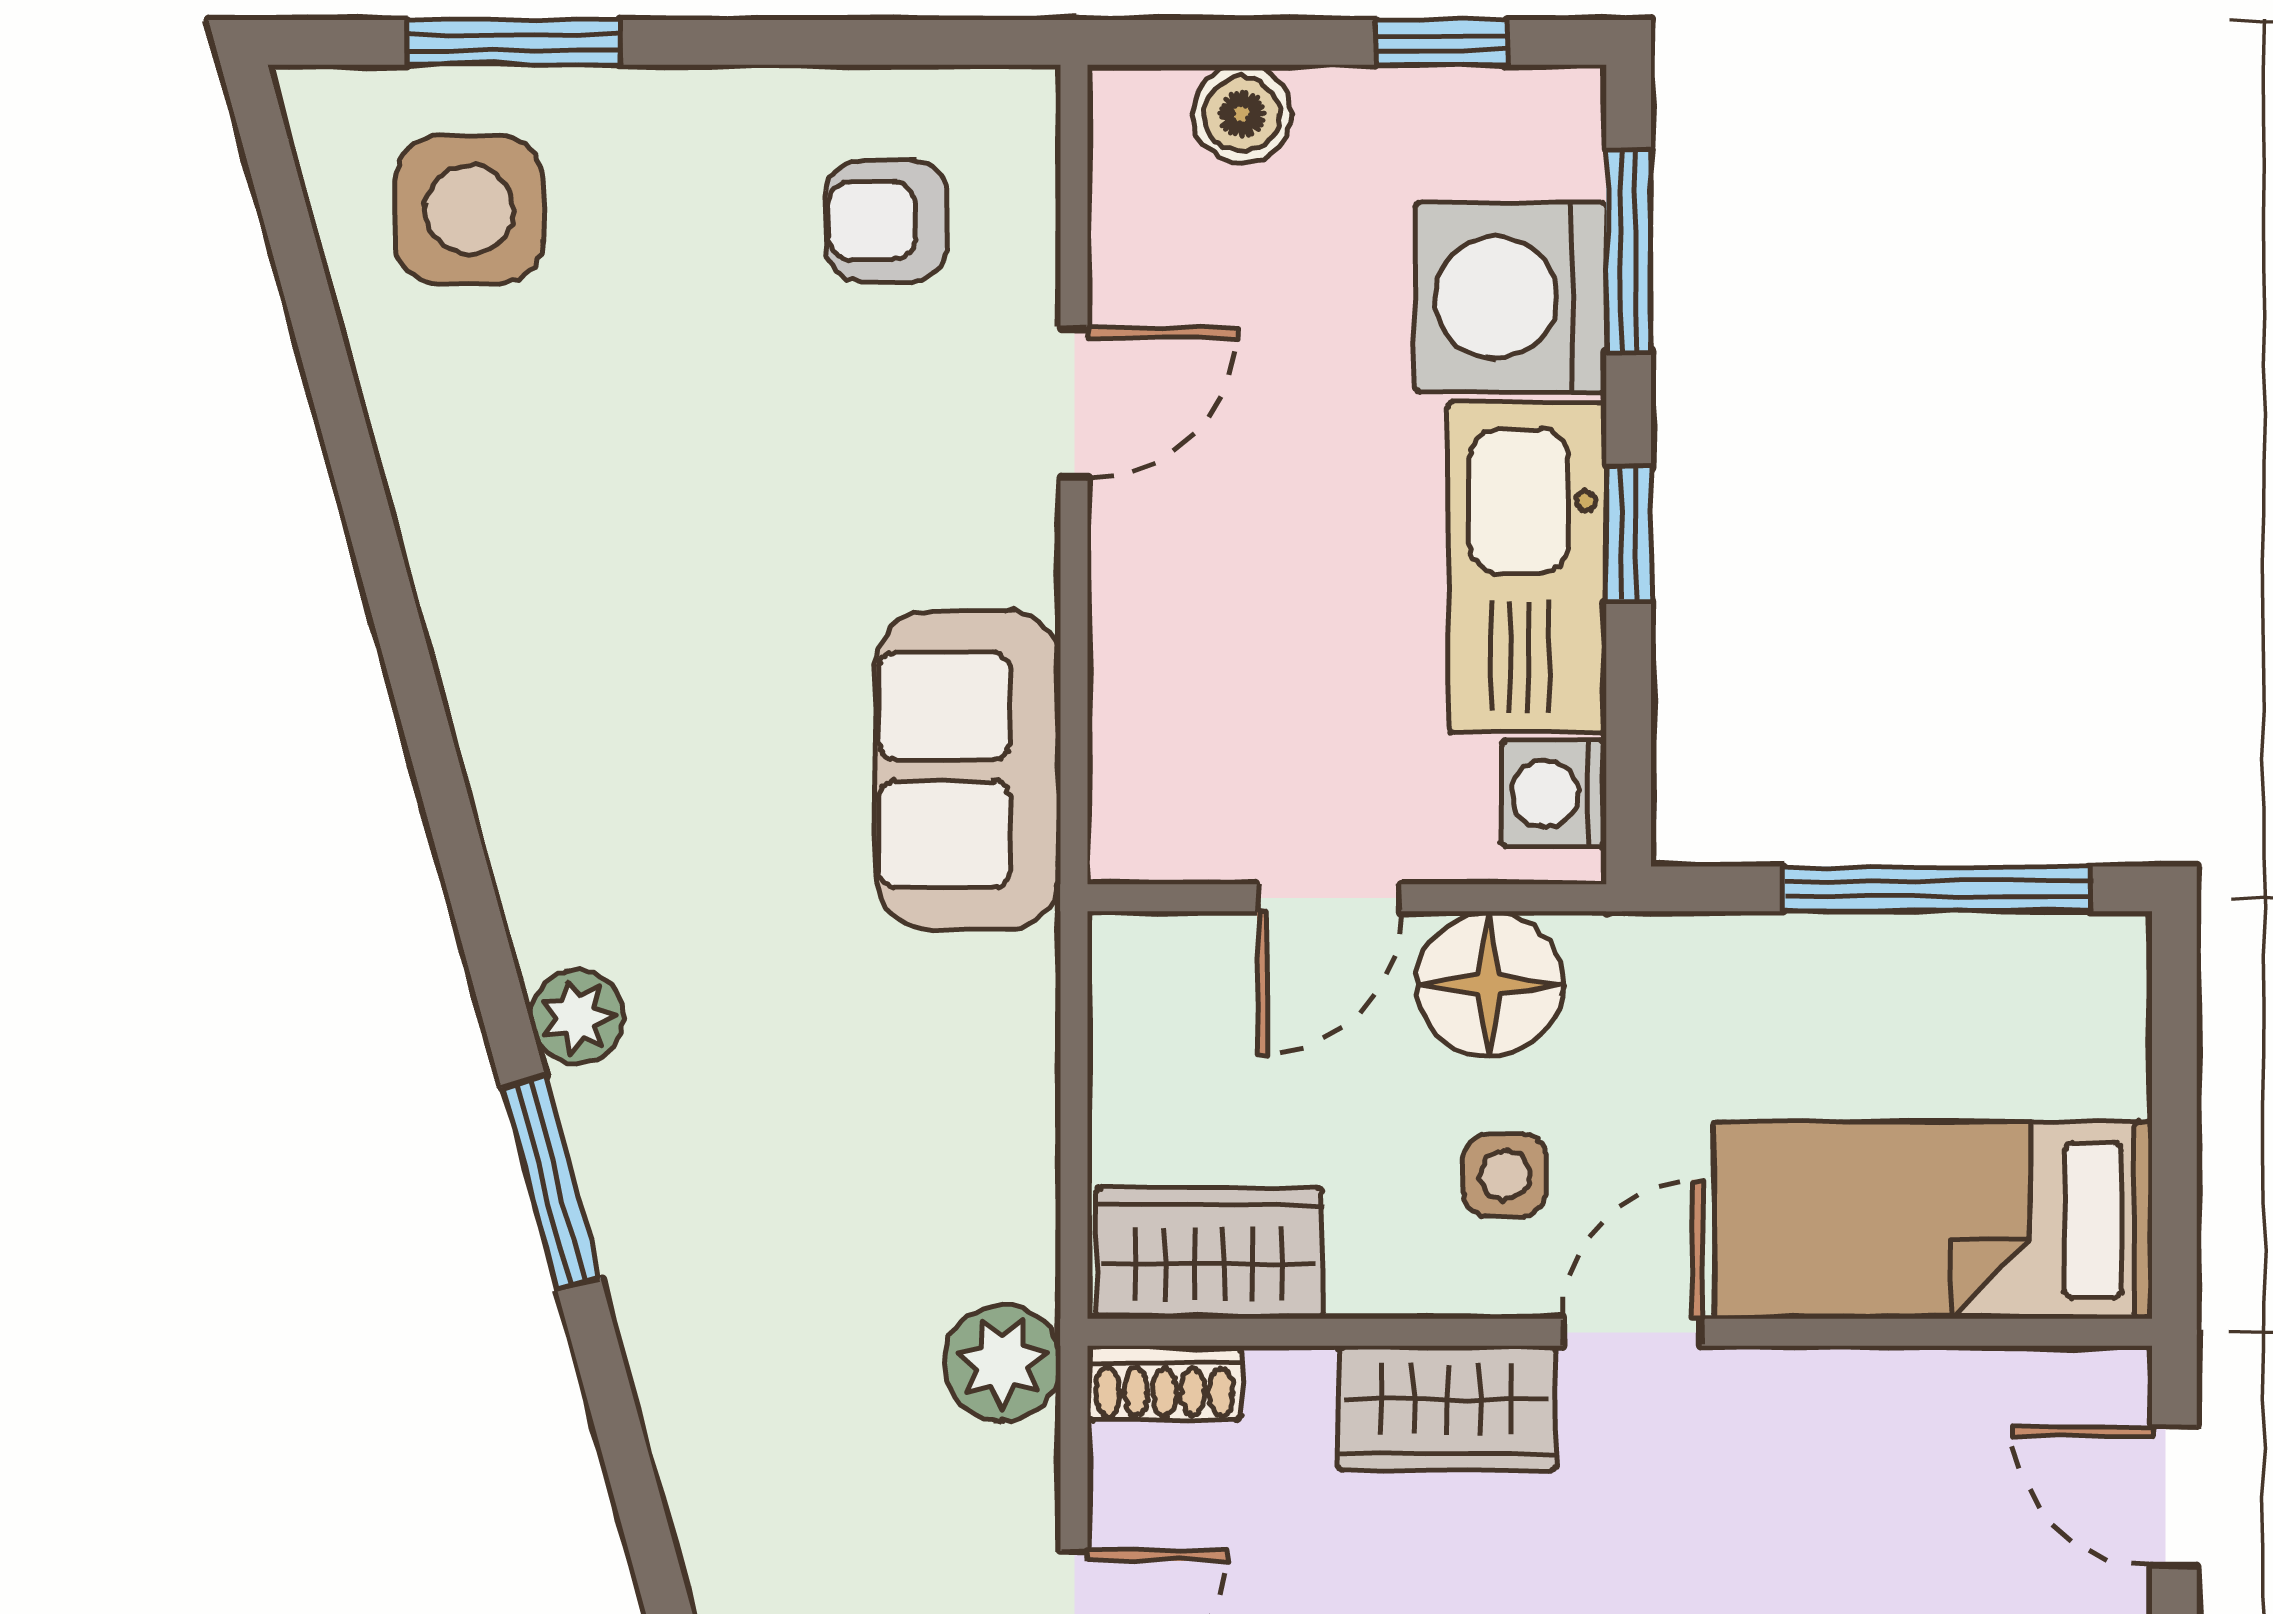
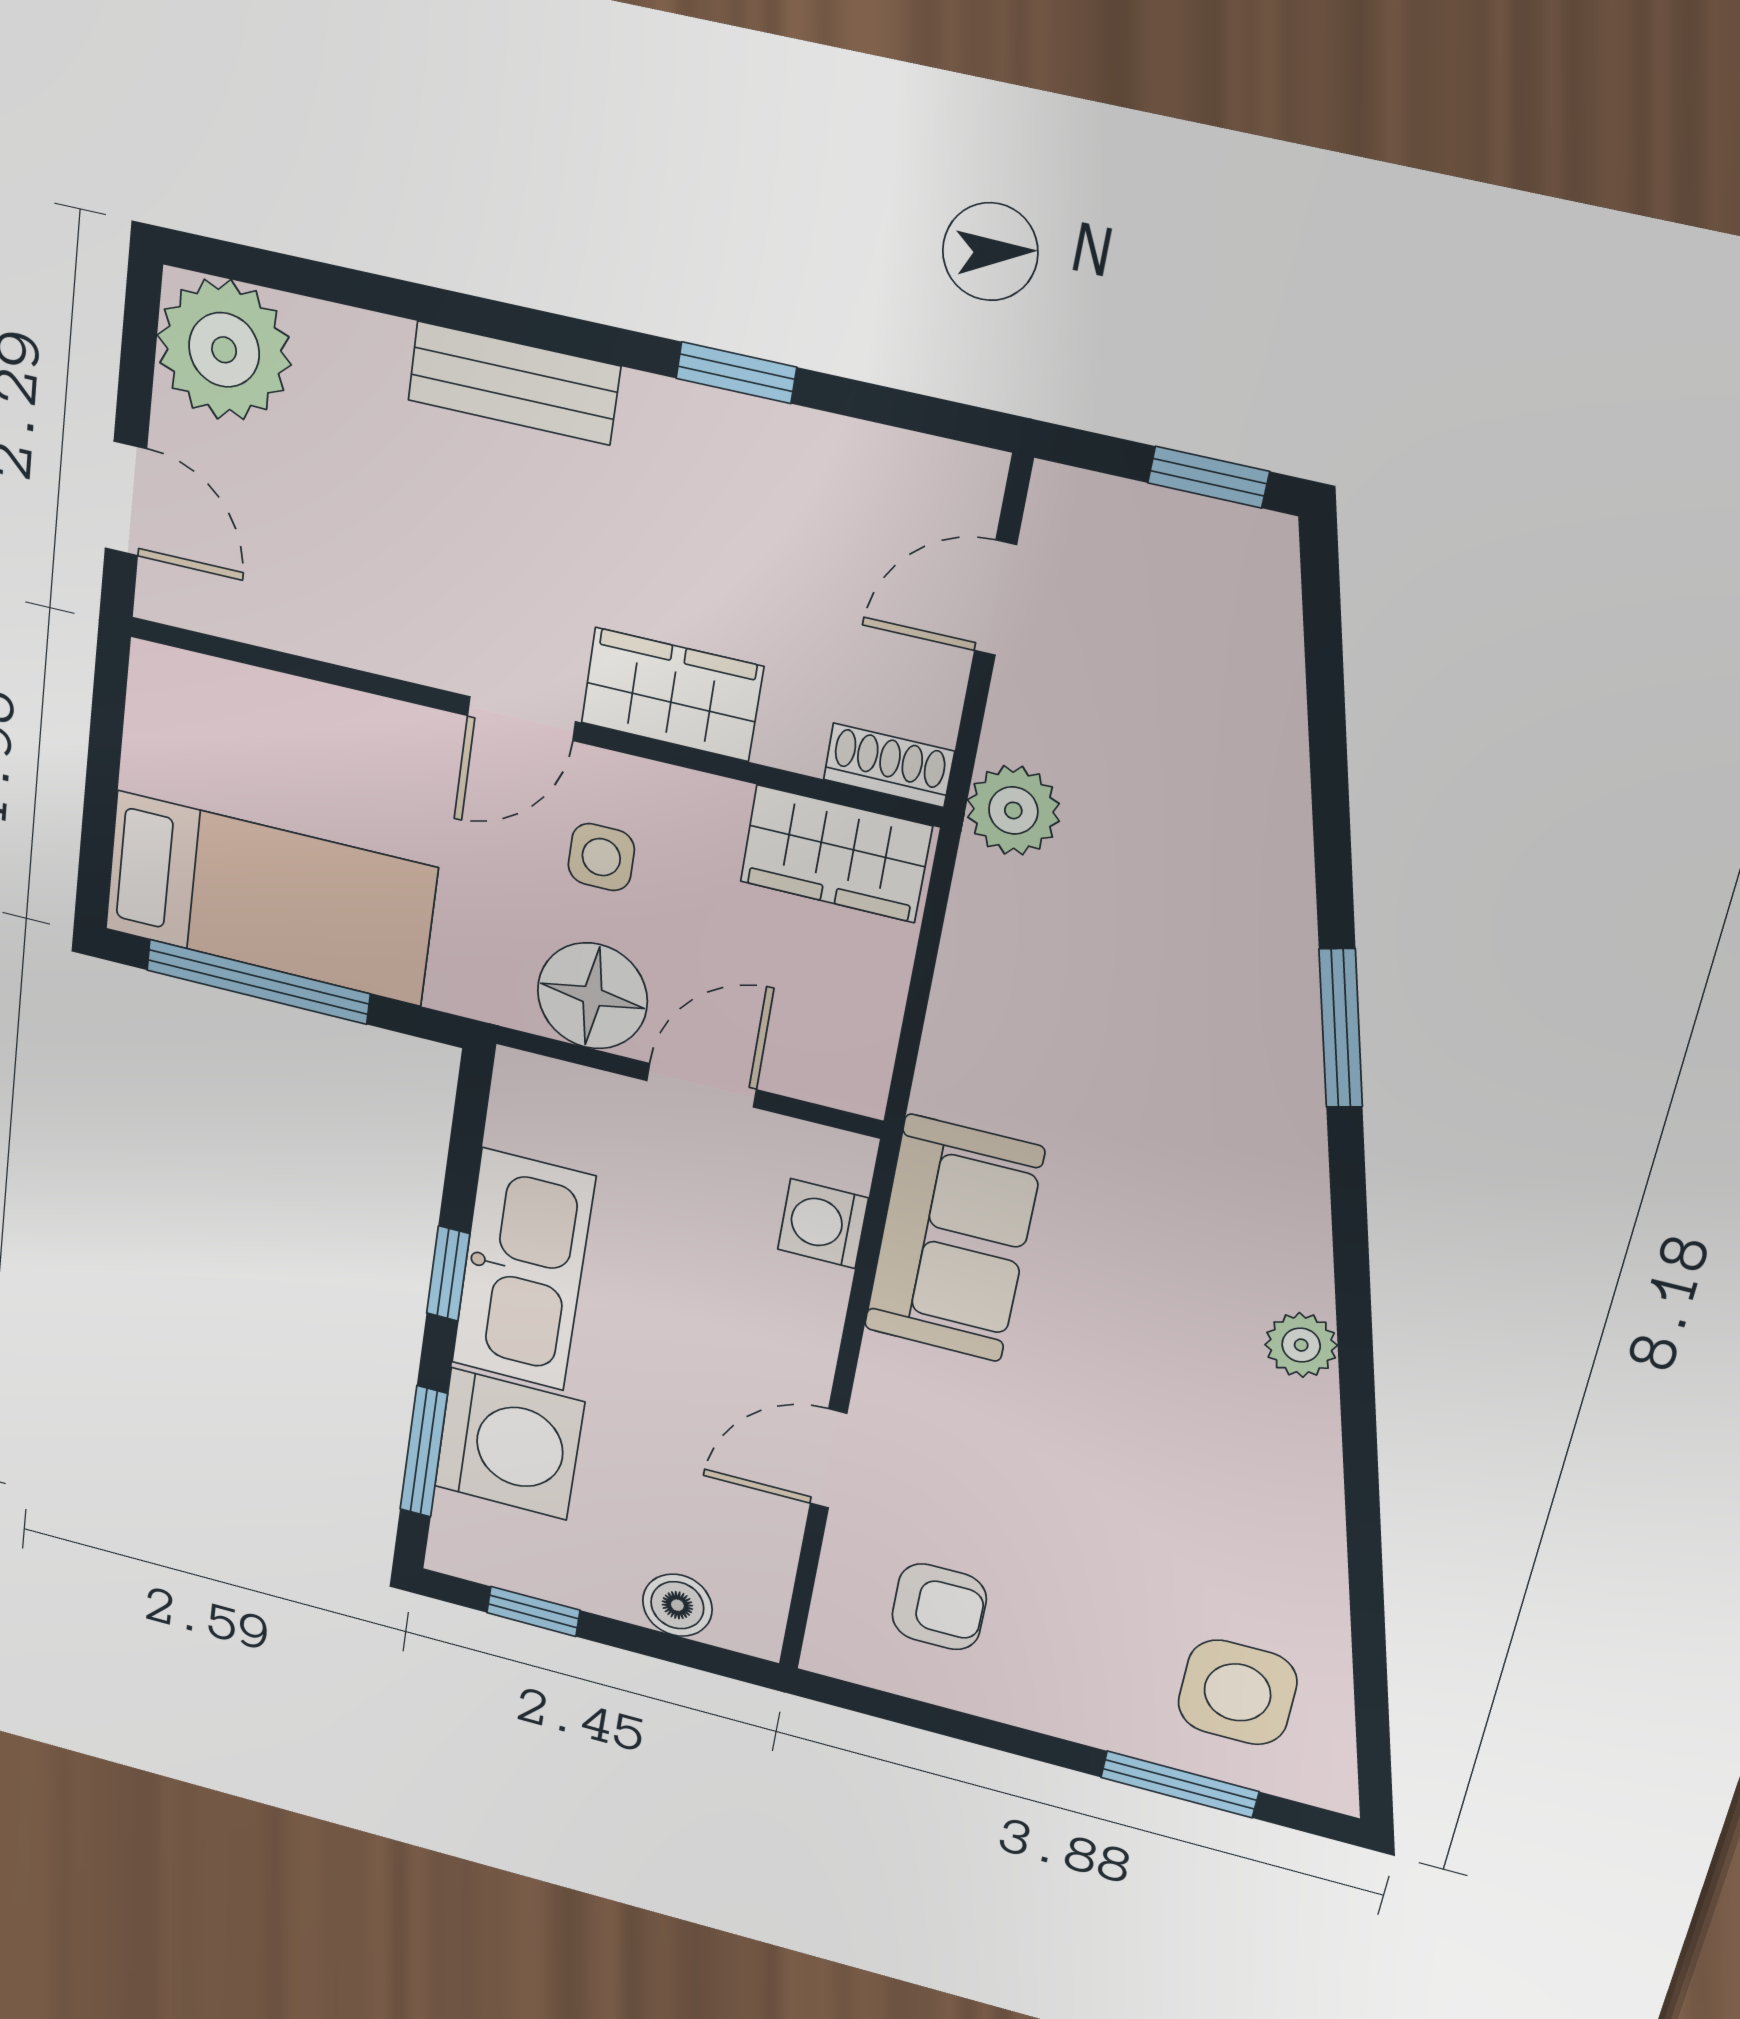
washing machine: (1554, 794) -> (823, 1224), moved, turned 180
plant: (577, 1017) -> (1301, 1345), moved
bed: (1933, 1220) -> (270, 899), moved

